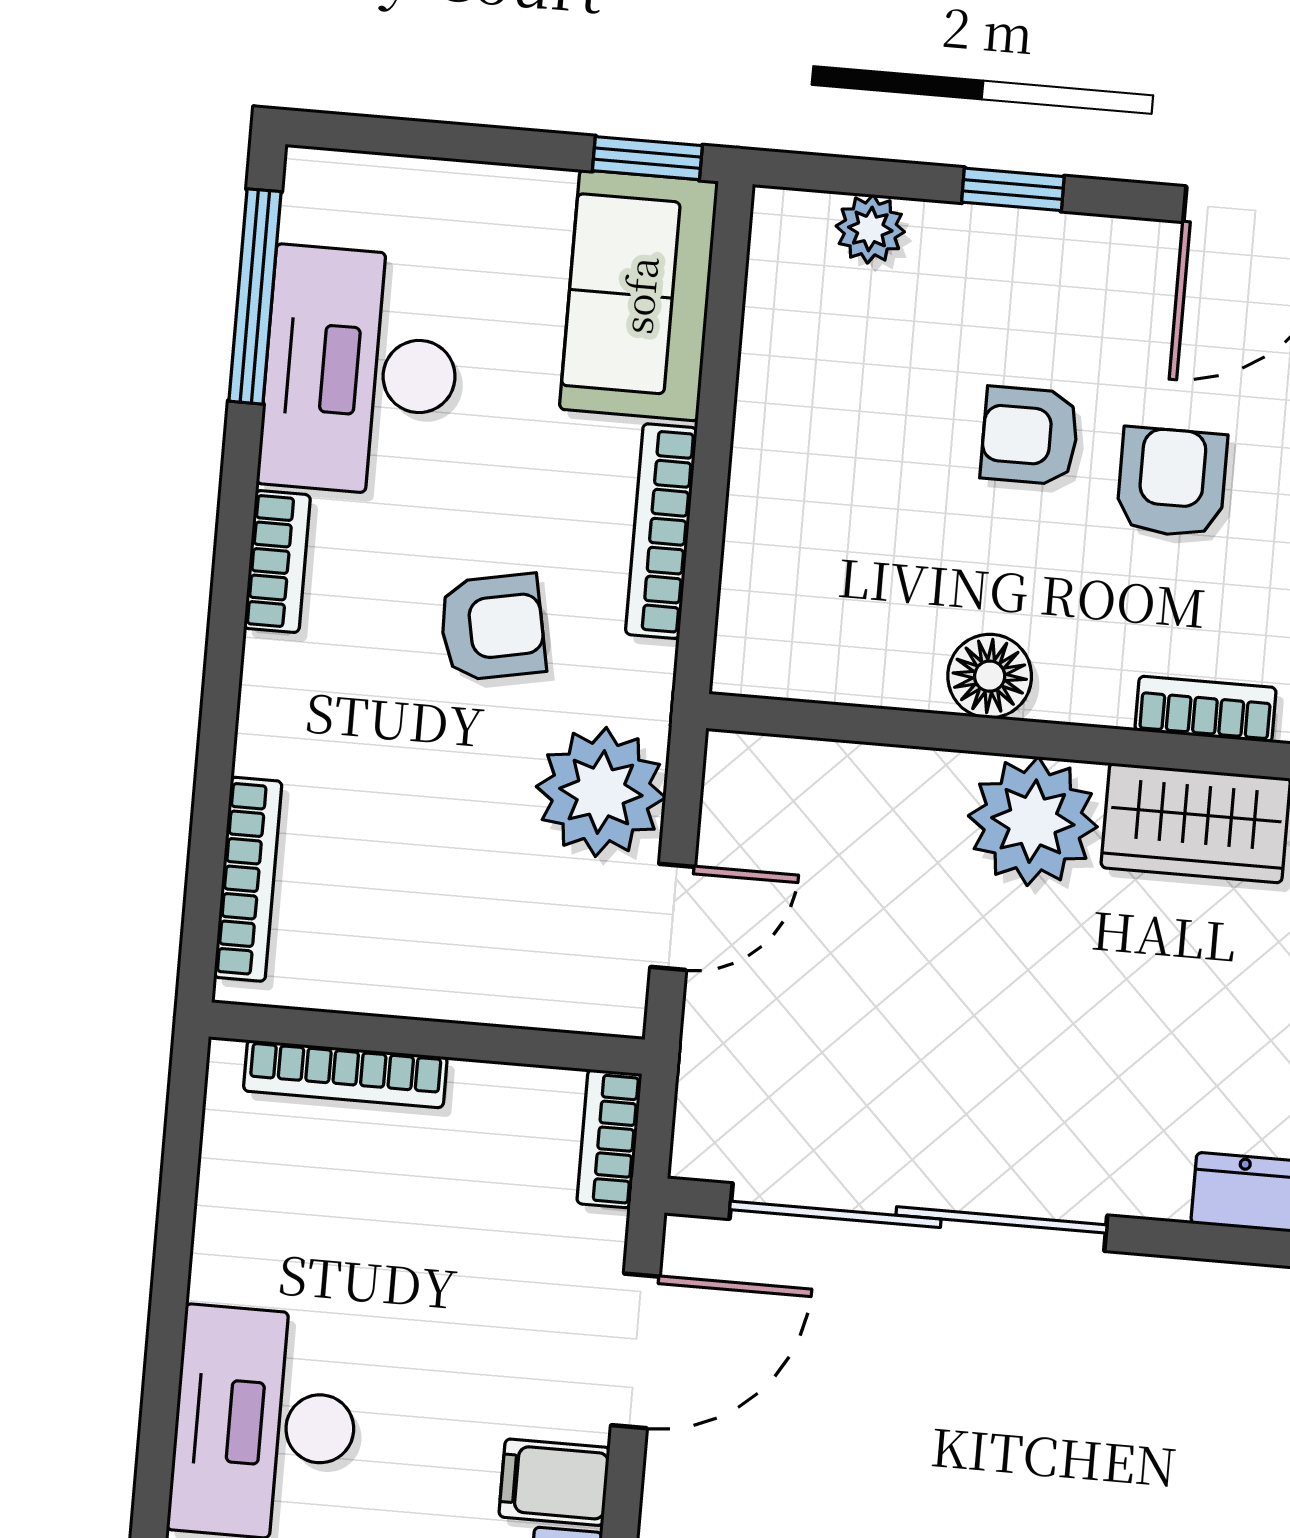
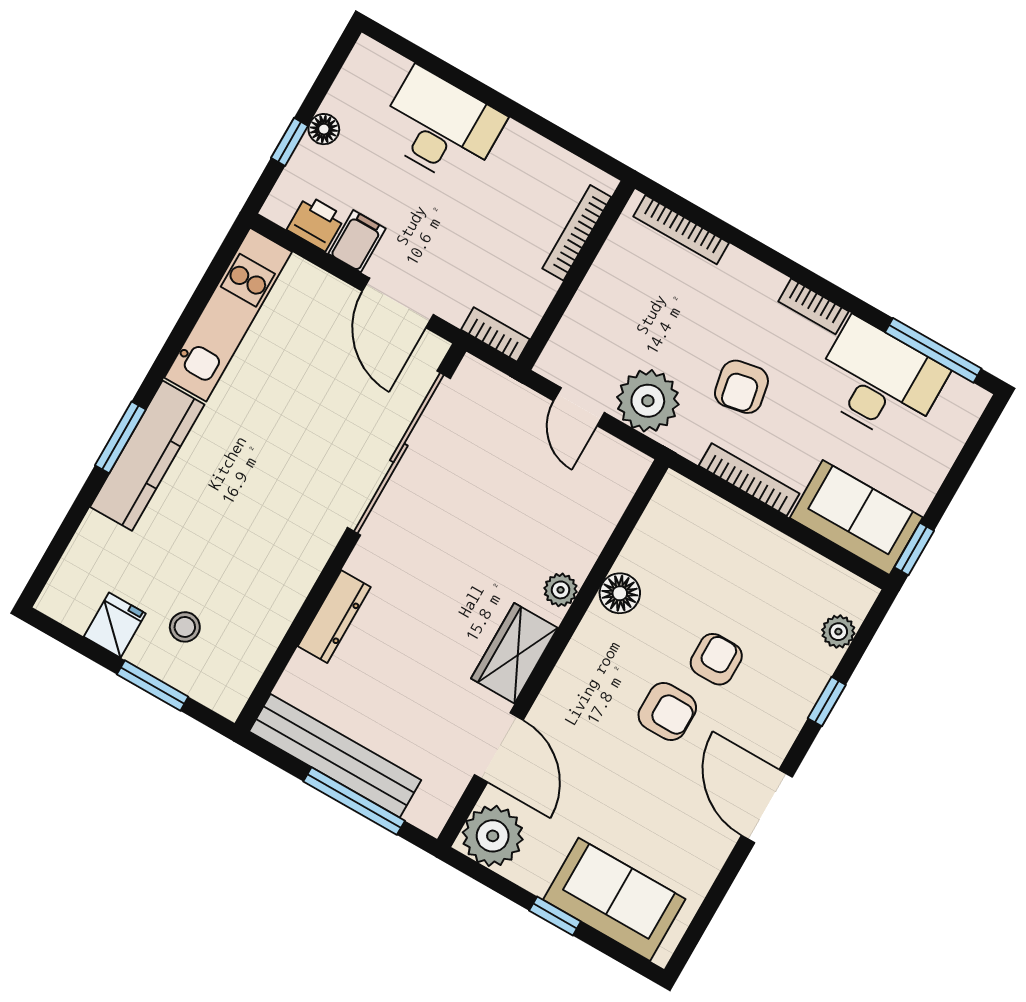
bookcase: (1205, 709) -> (562, 680), removed
plant: (1033, 821) -> (561, 590), width x0.53, depth x0.53

